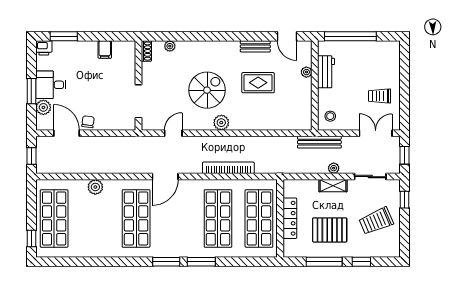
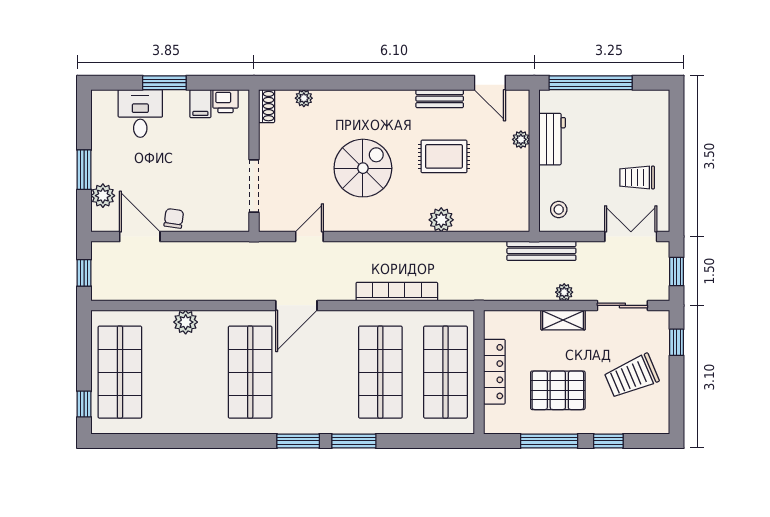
window: (64, 36) -> (164, 83), moved
printer: (44, 48) -> (225, 101), moved
desk: (51, 85) -> (140, 113), moved, turned 90
plant: (221, 123) -> (441, 220), moved

